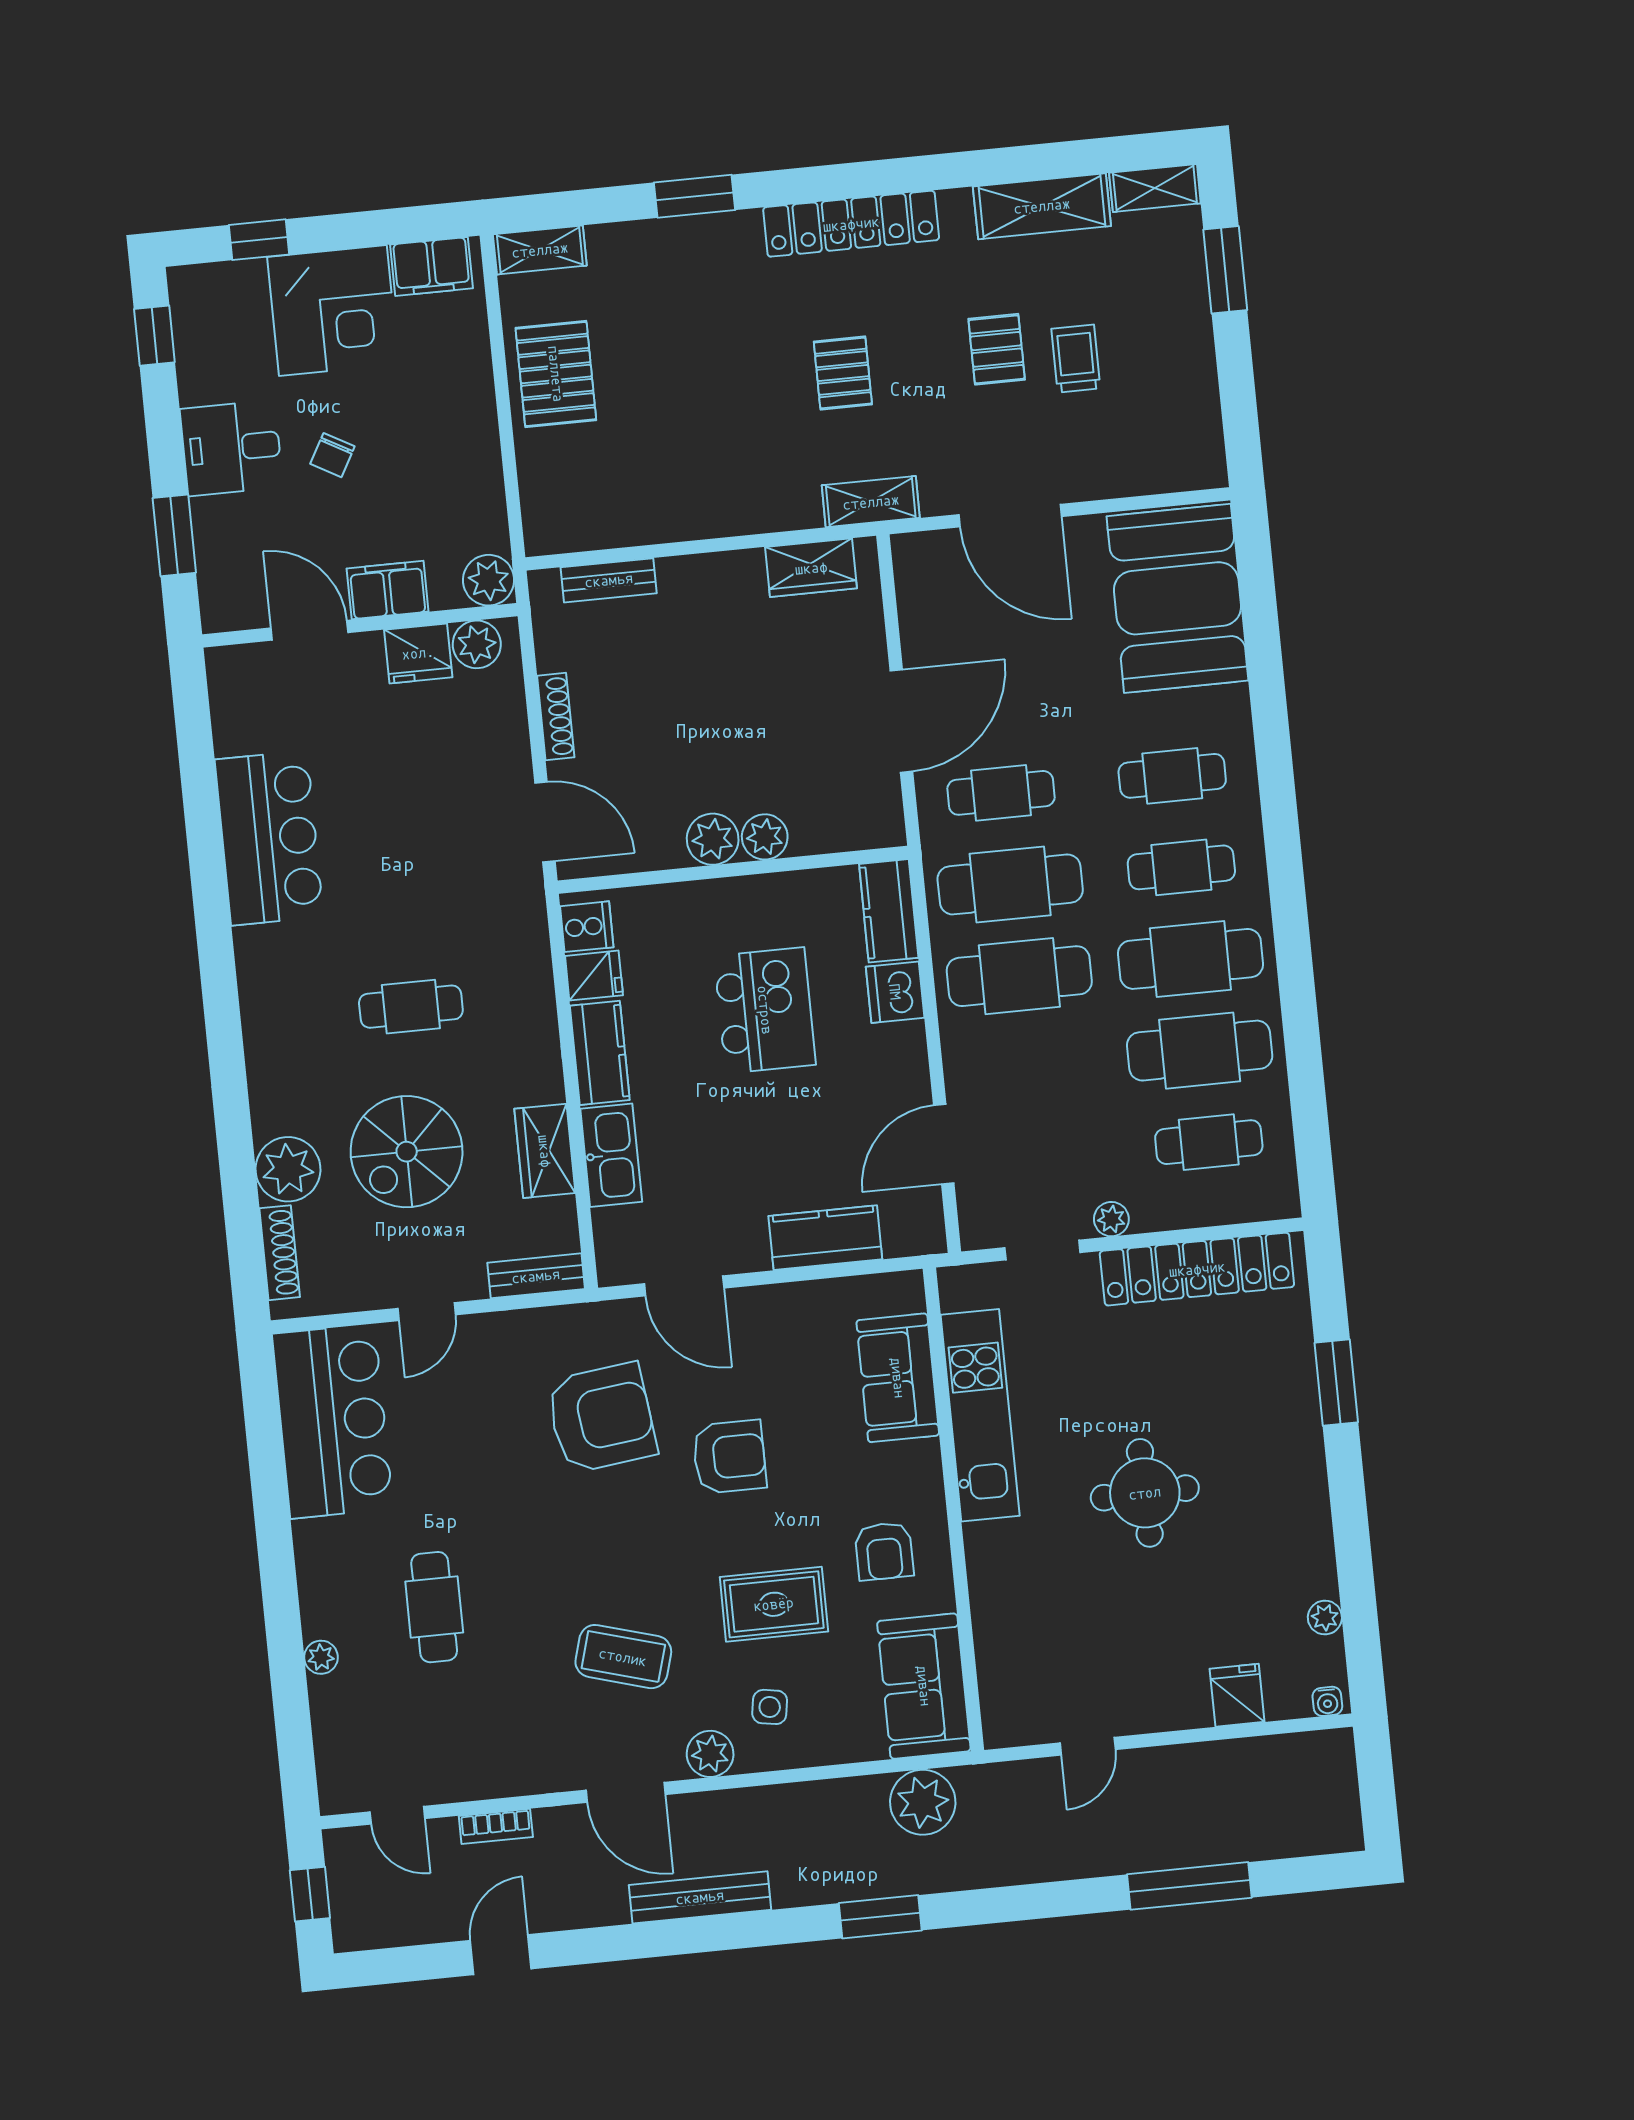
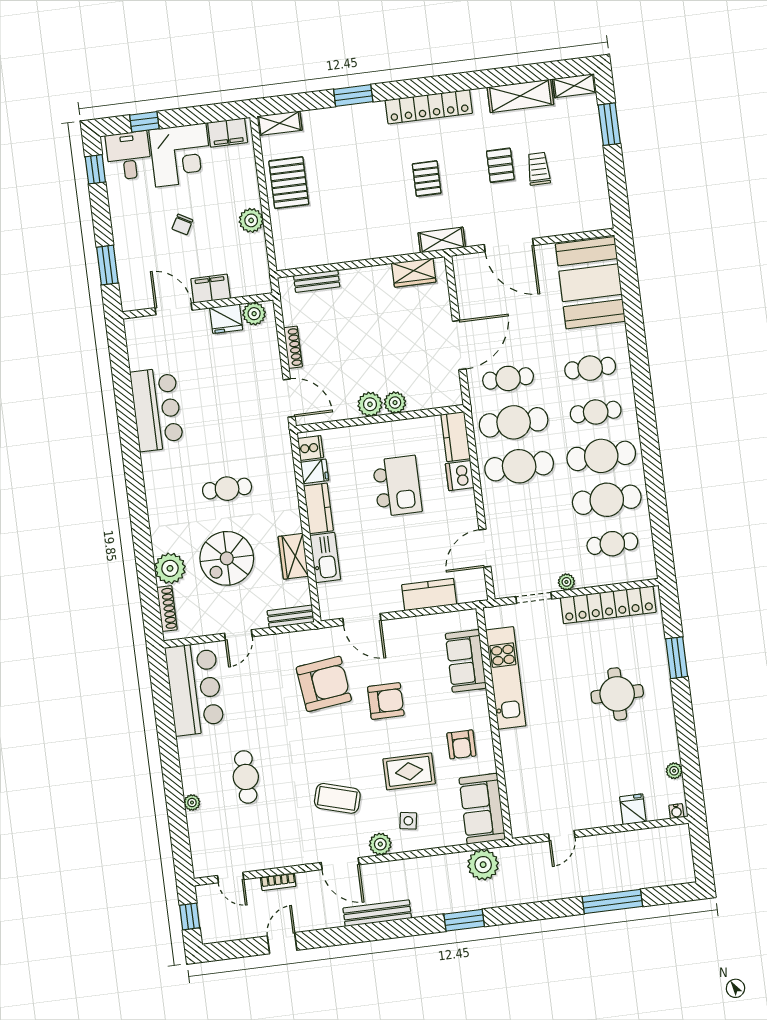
desk: (231, 448) -> (129, 156), moved, turned 90
plant: (489, 580) -> (251, 220), moved
round table: (1145, 1493) -> (617, 694), moved

